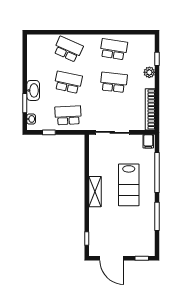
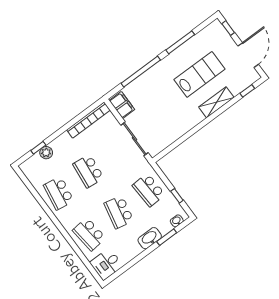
desk: (38, 46) -> (106, 264), added
school desk: (68, 49) -> (89, 234), turned -30
plant: (149, 72) -> (46, 153), moved
filing cabinet: (148, 141) -> (122, 105), width x2.00
lab bench: (129, 185) -> (199, 74), moved
shelving: (95, 192) -> (216, 102), moved

